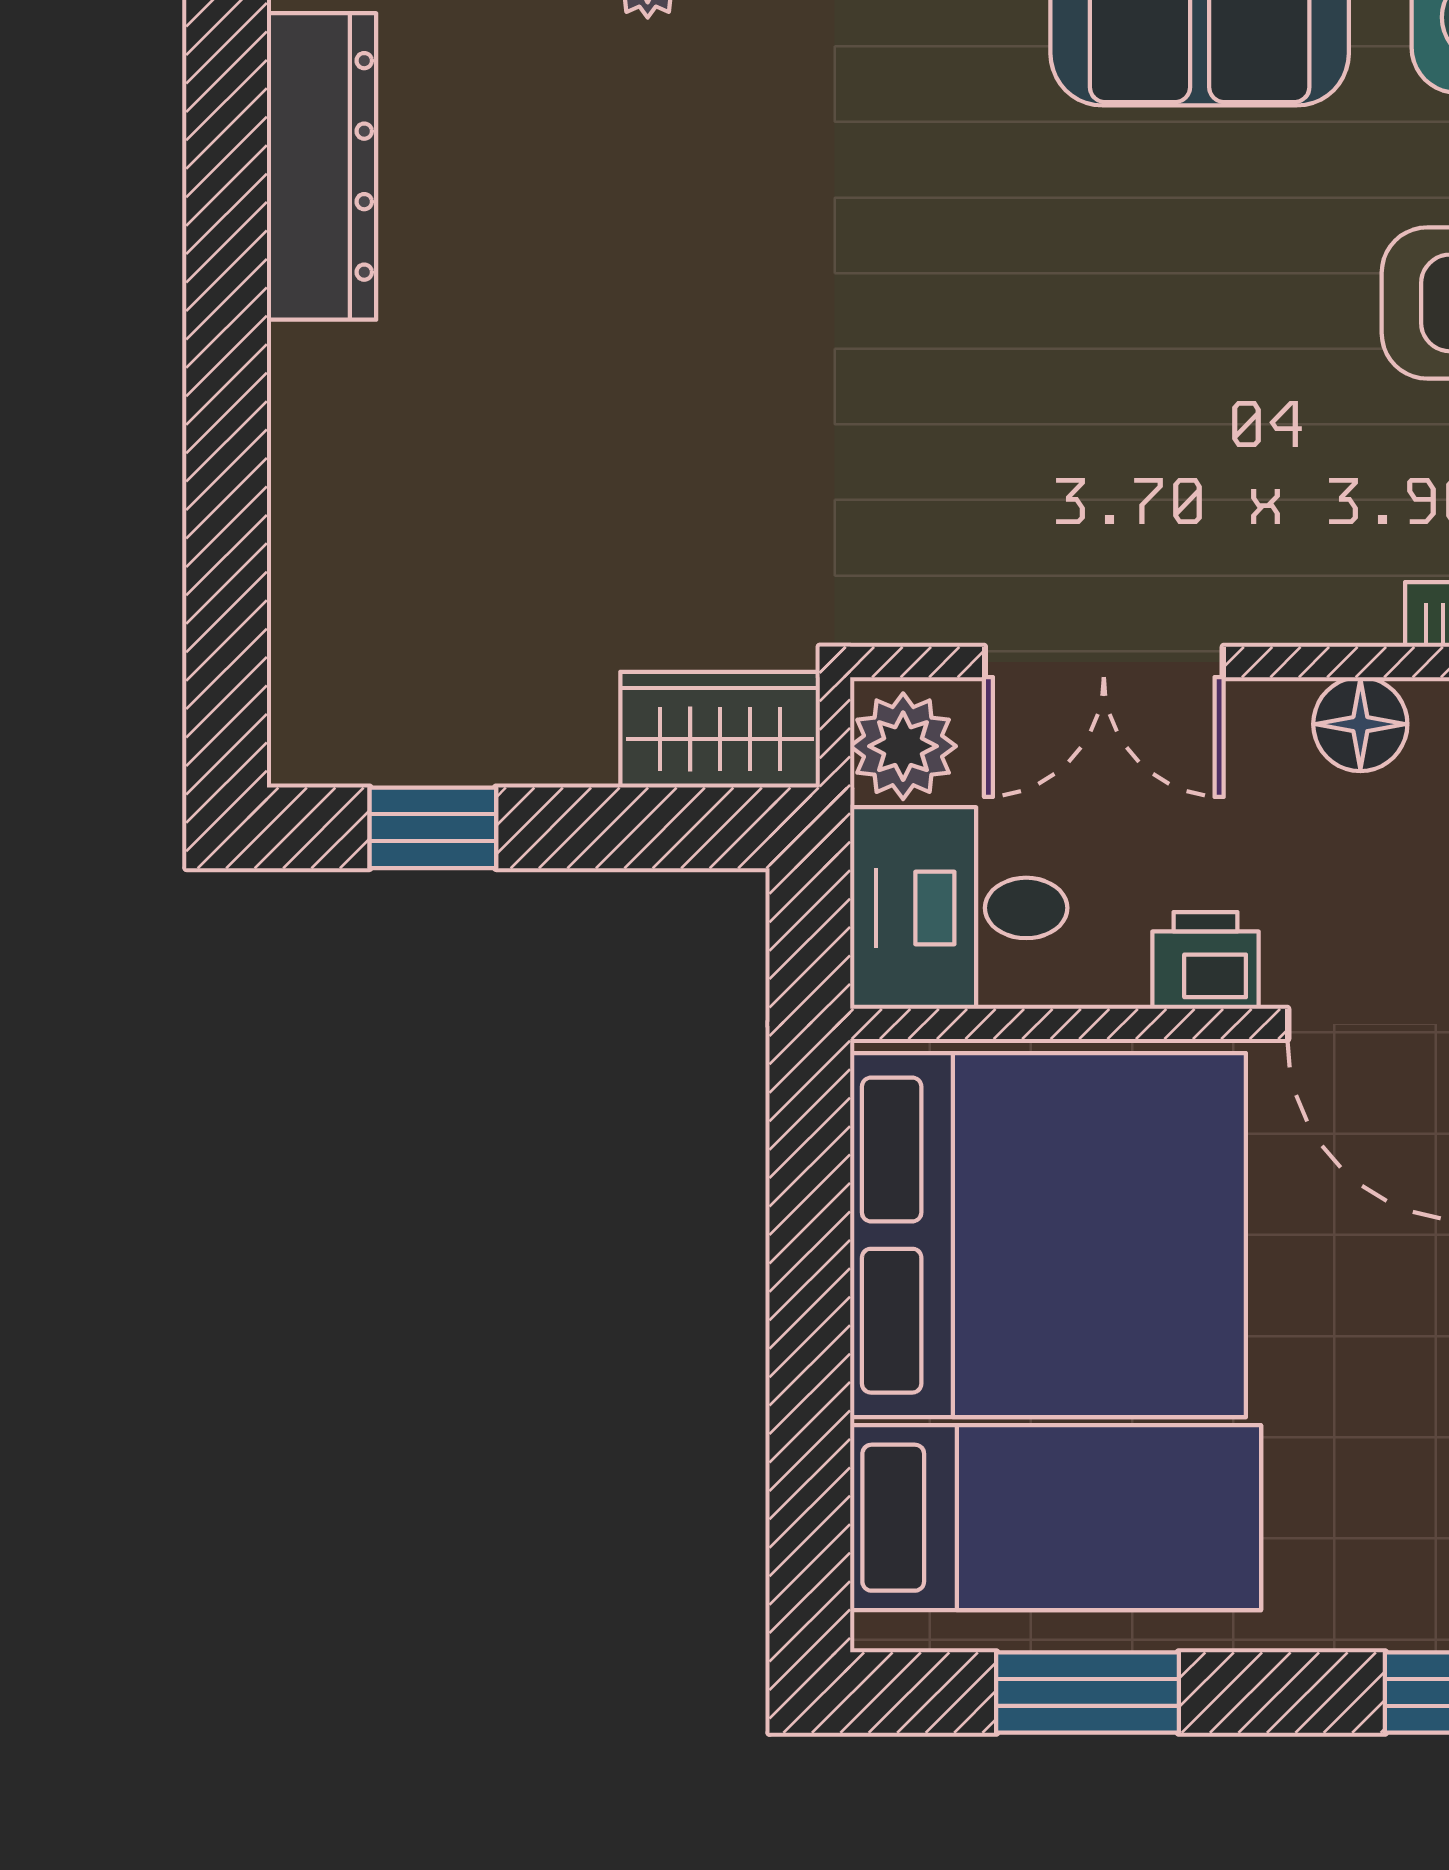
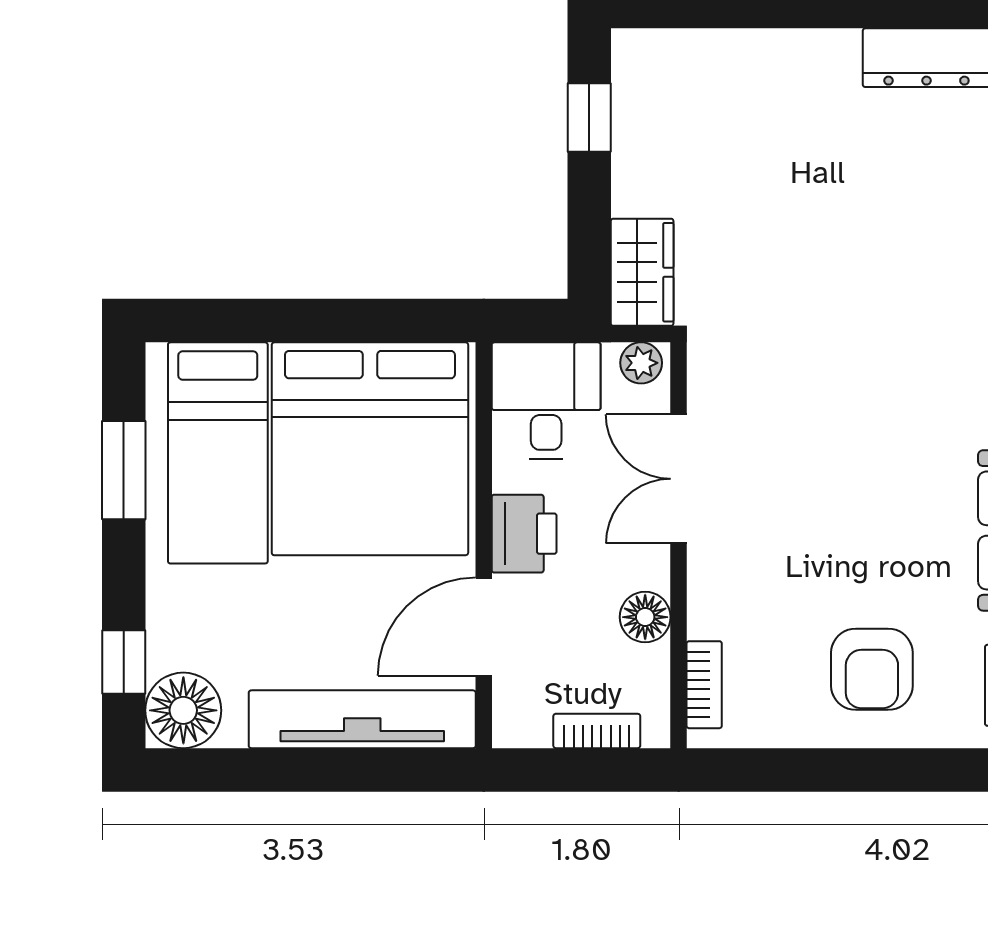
plant: (903, 746) -> (641, 363), width x0.73, depth x0.73
printer: (1205, 960) -> (524, 534), width x1.36, depth x1.24

